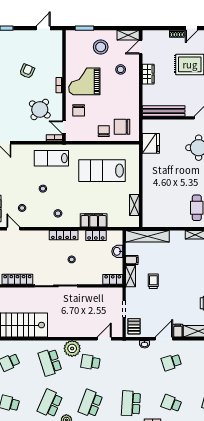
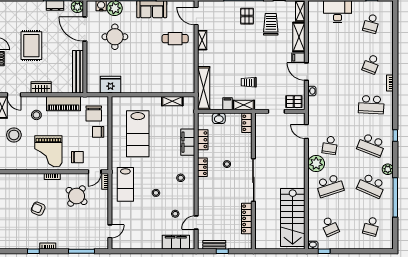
piano: (132, 96) -> (63, 104), added
locker: (64, 235) -> (202, 167), width x0.66
school desk: (171, 362) -> (330, 64), removed

